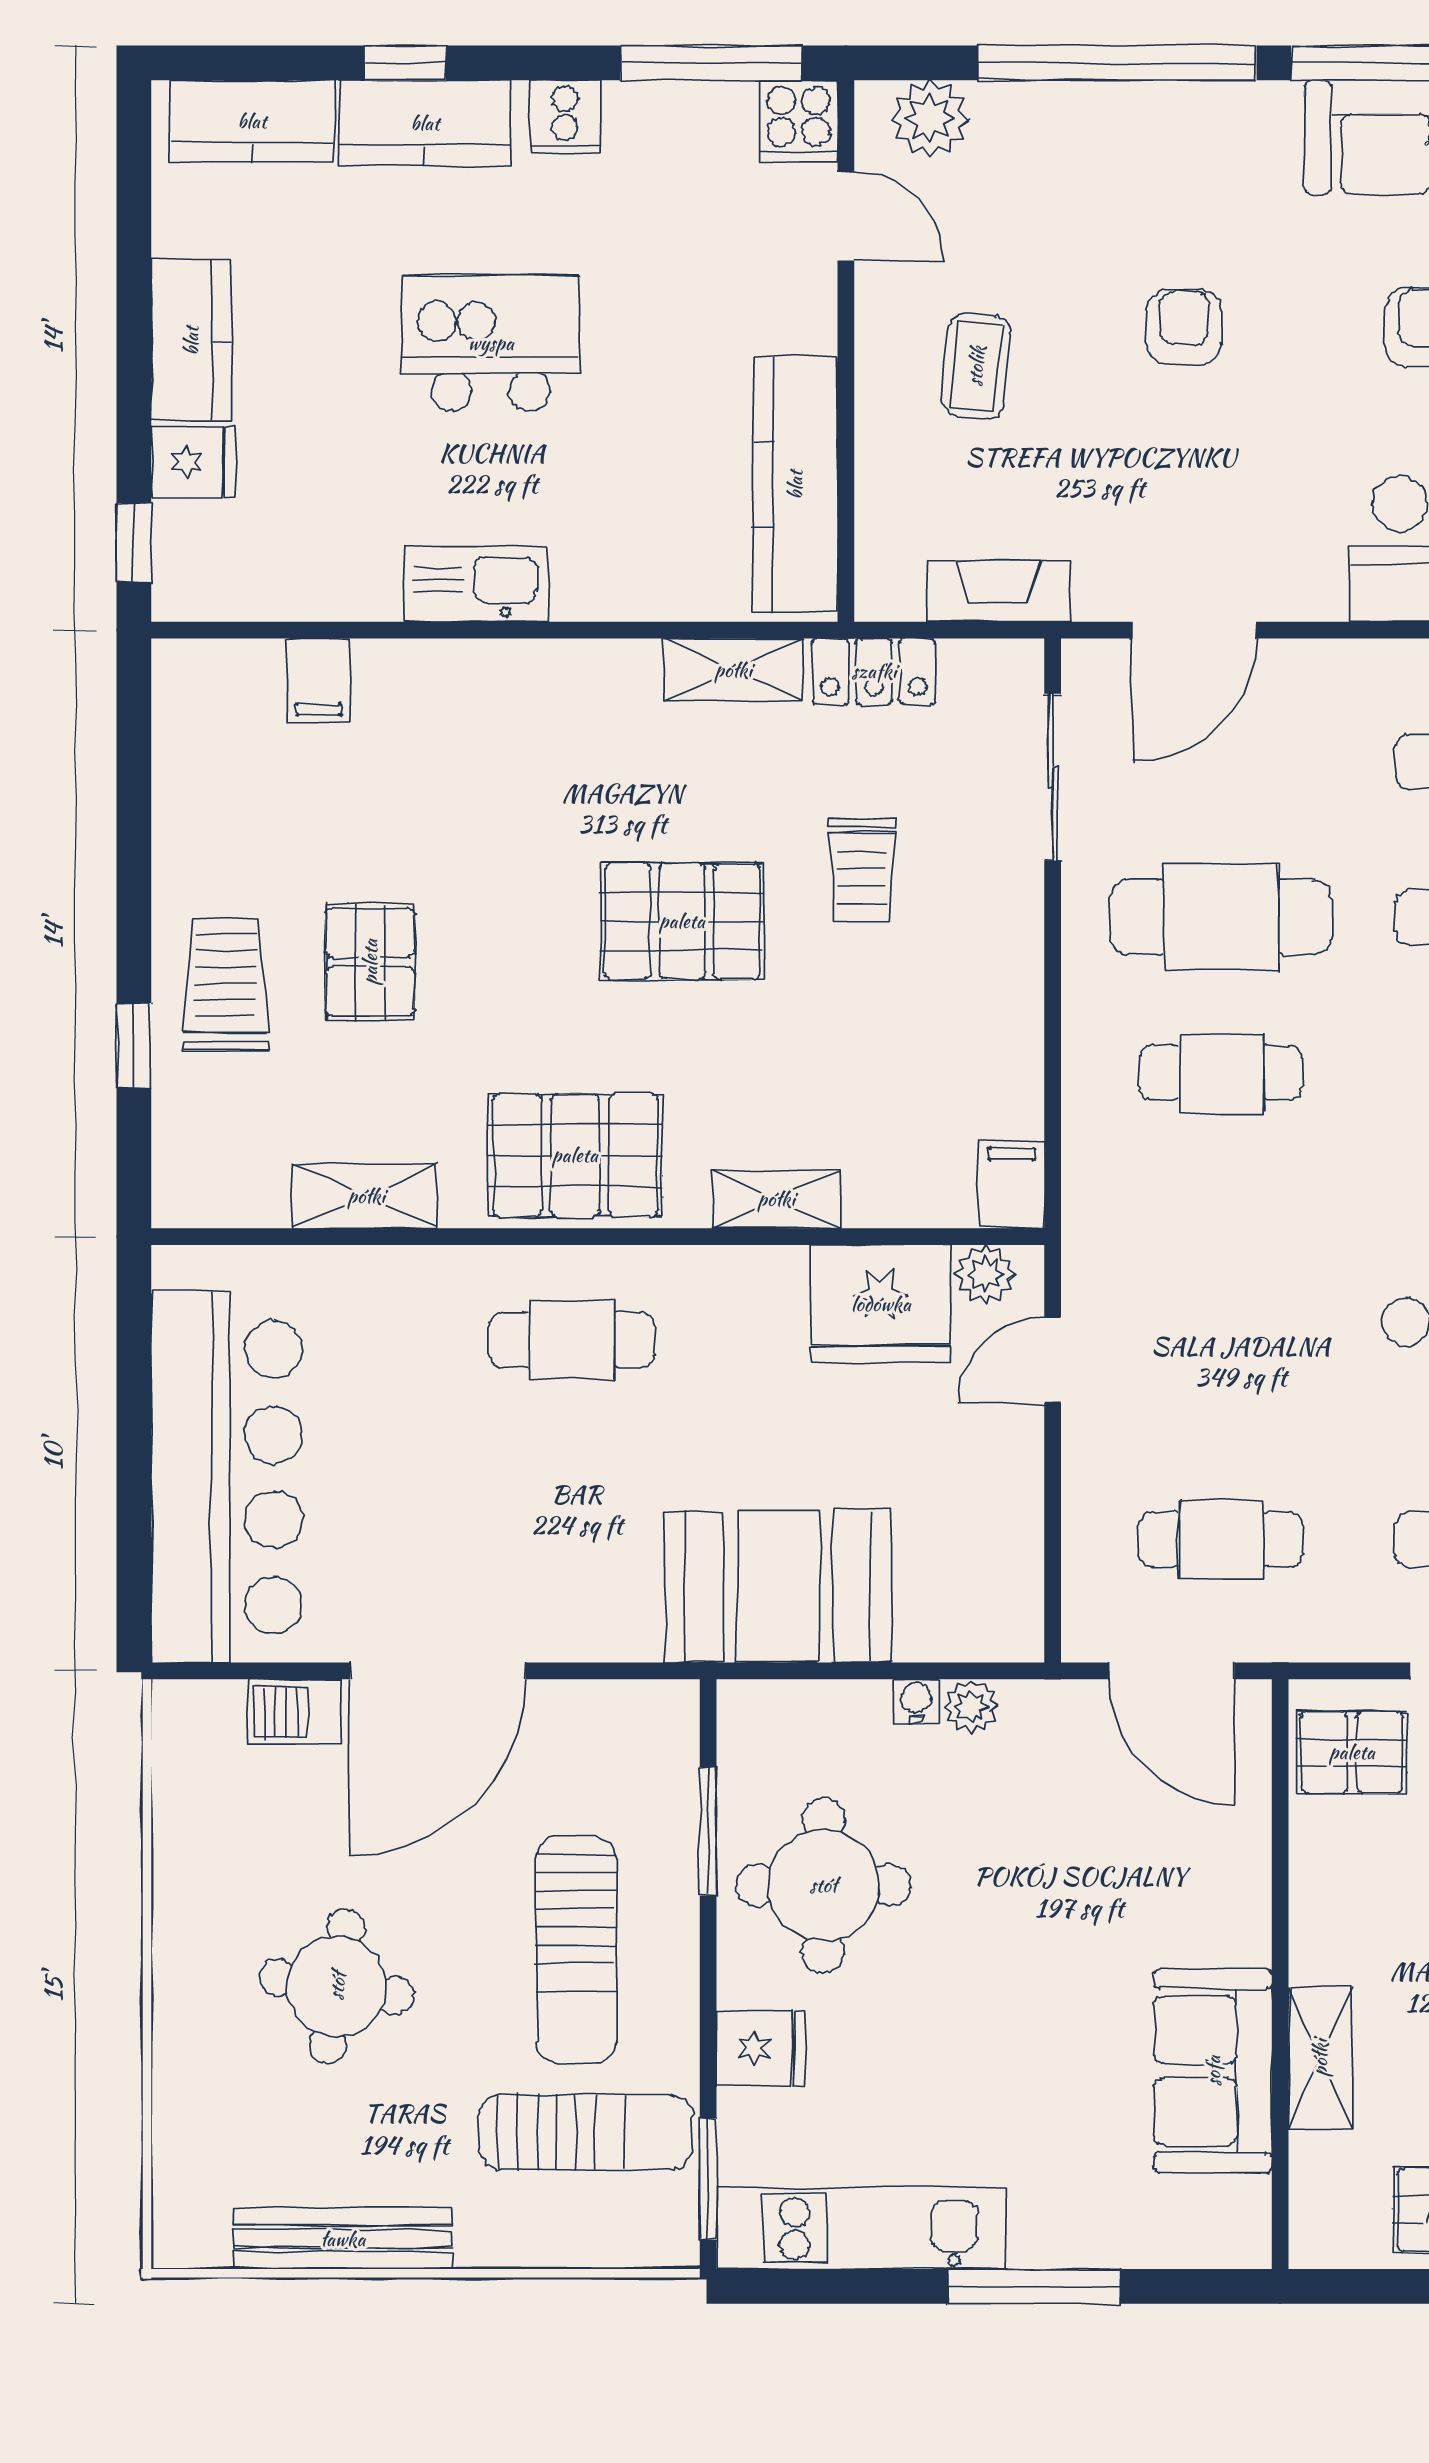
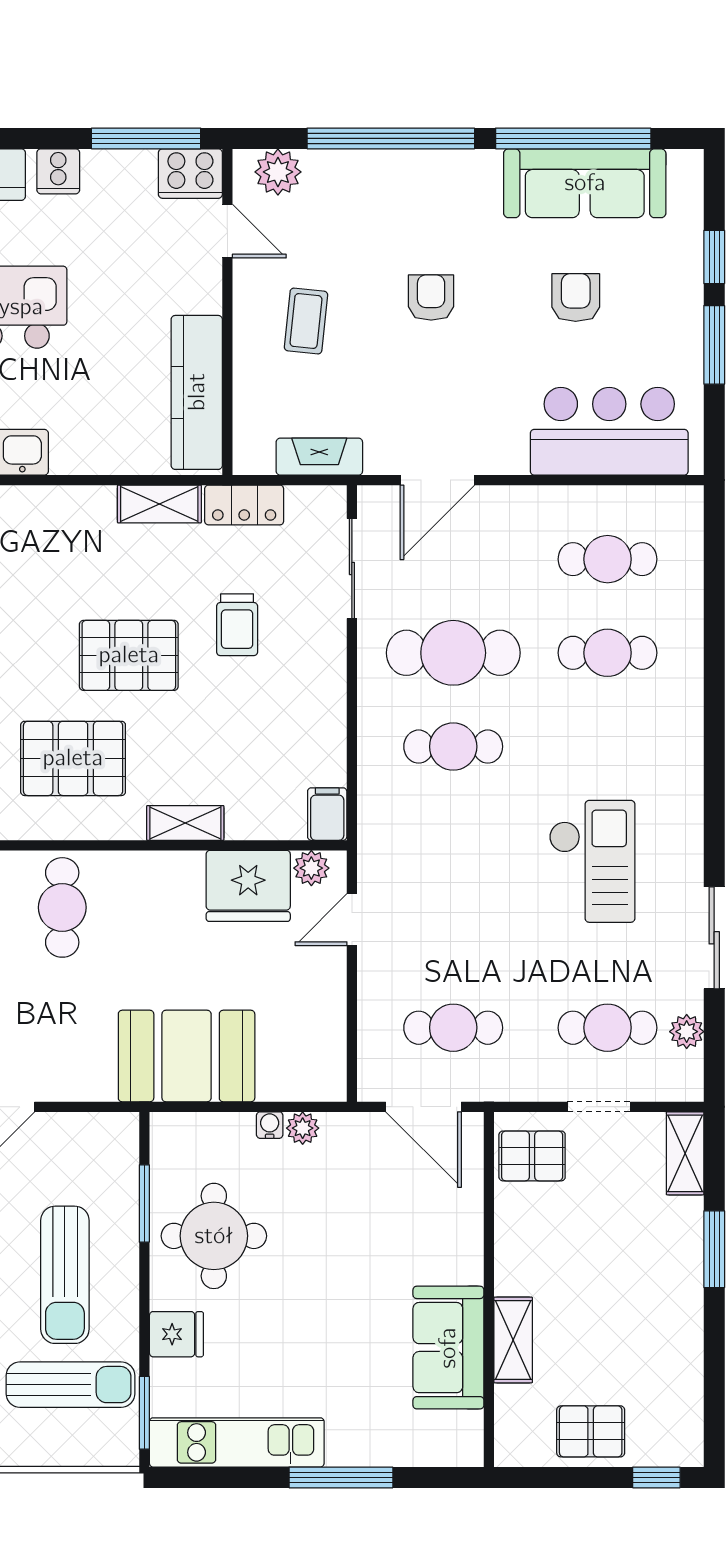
cooker: (799, 121) -> (190, 174), width x1.36
pallet: (575, 1155) -> (73, 758), moved
cafe table: (572, 1340) -> (62, 907), turned 90

